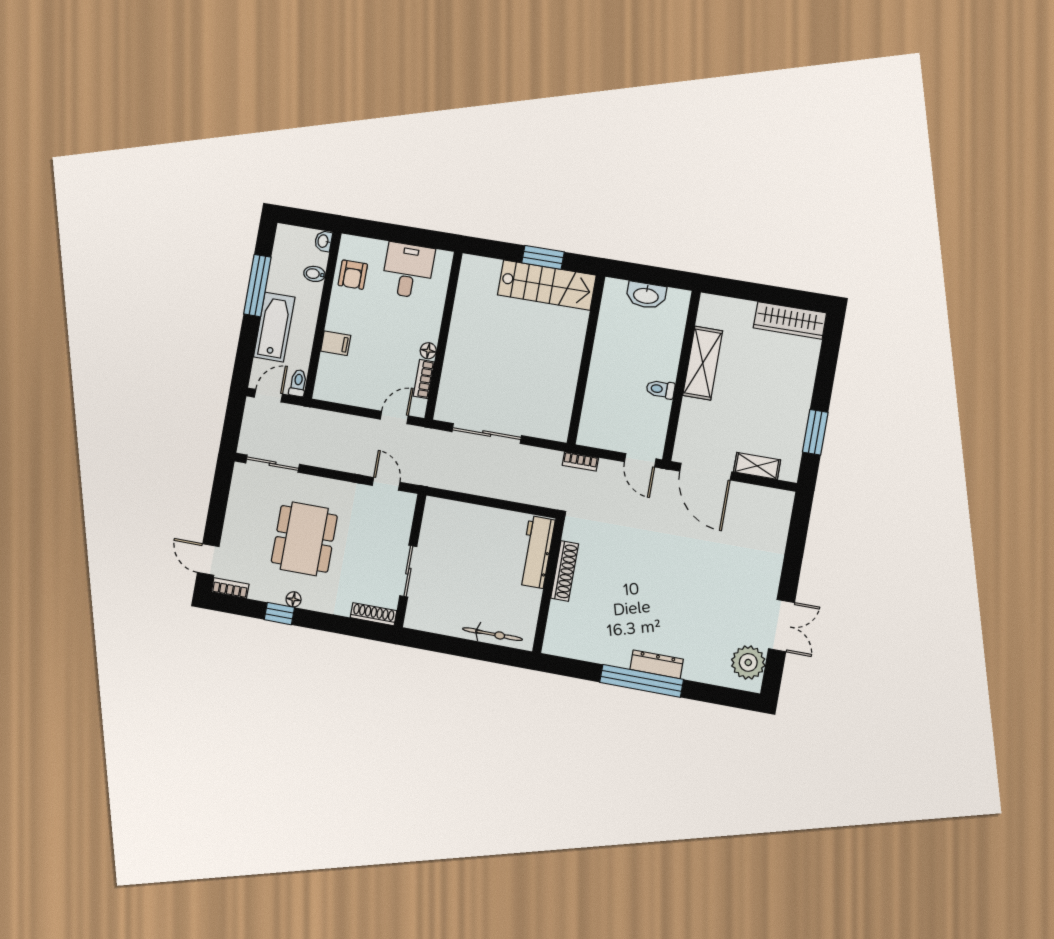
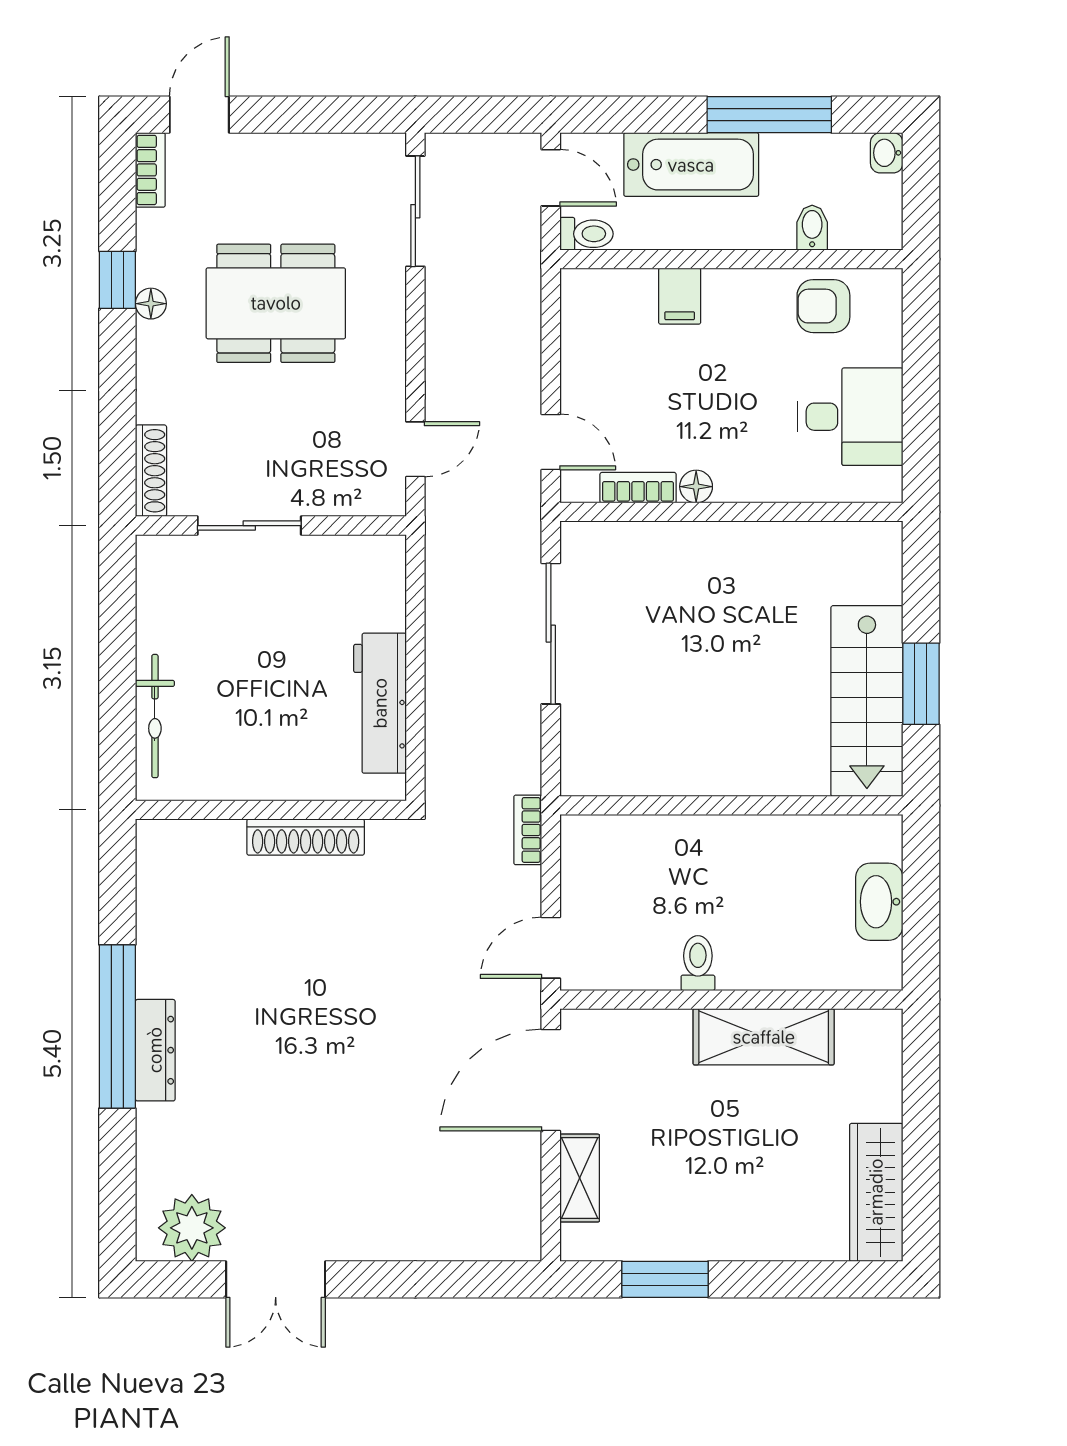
washbasin: (323, 241) -> (887, 153), moved, turned -90
workbench: (536, 552) -> (380, 703), moved, turned -90

